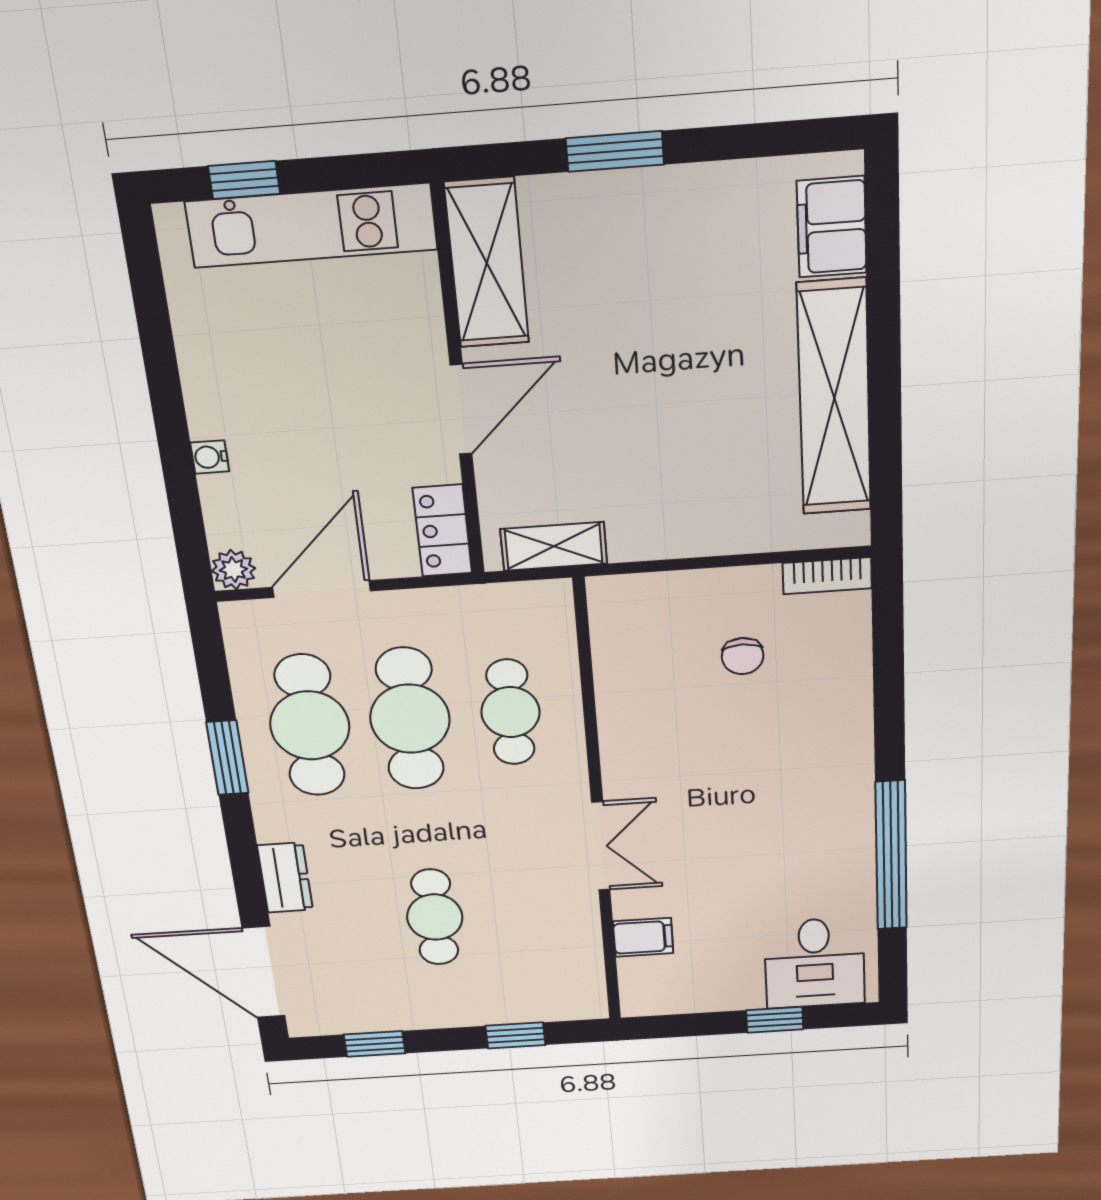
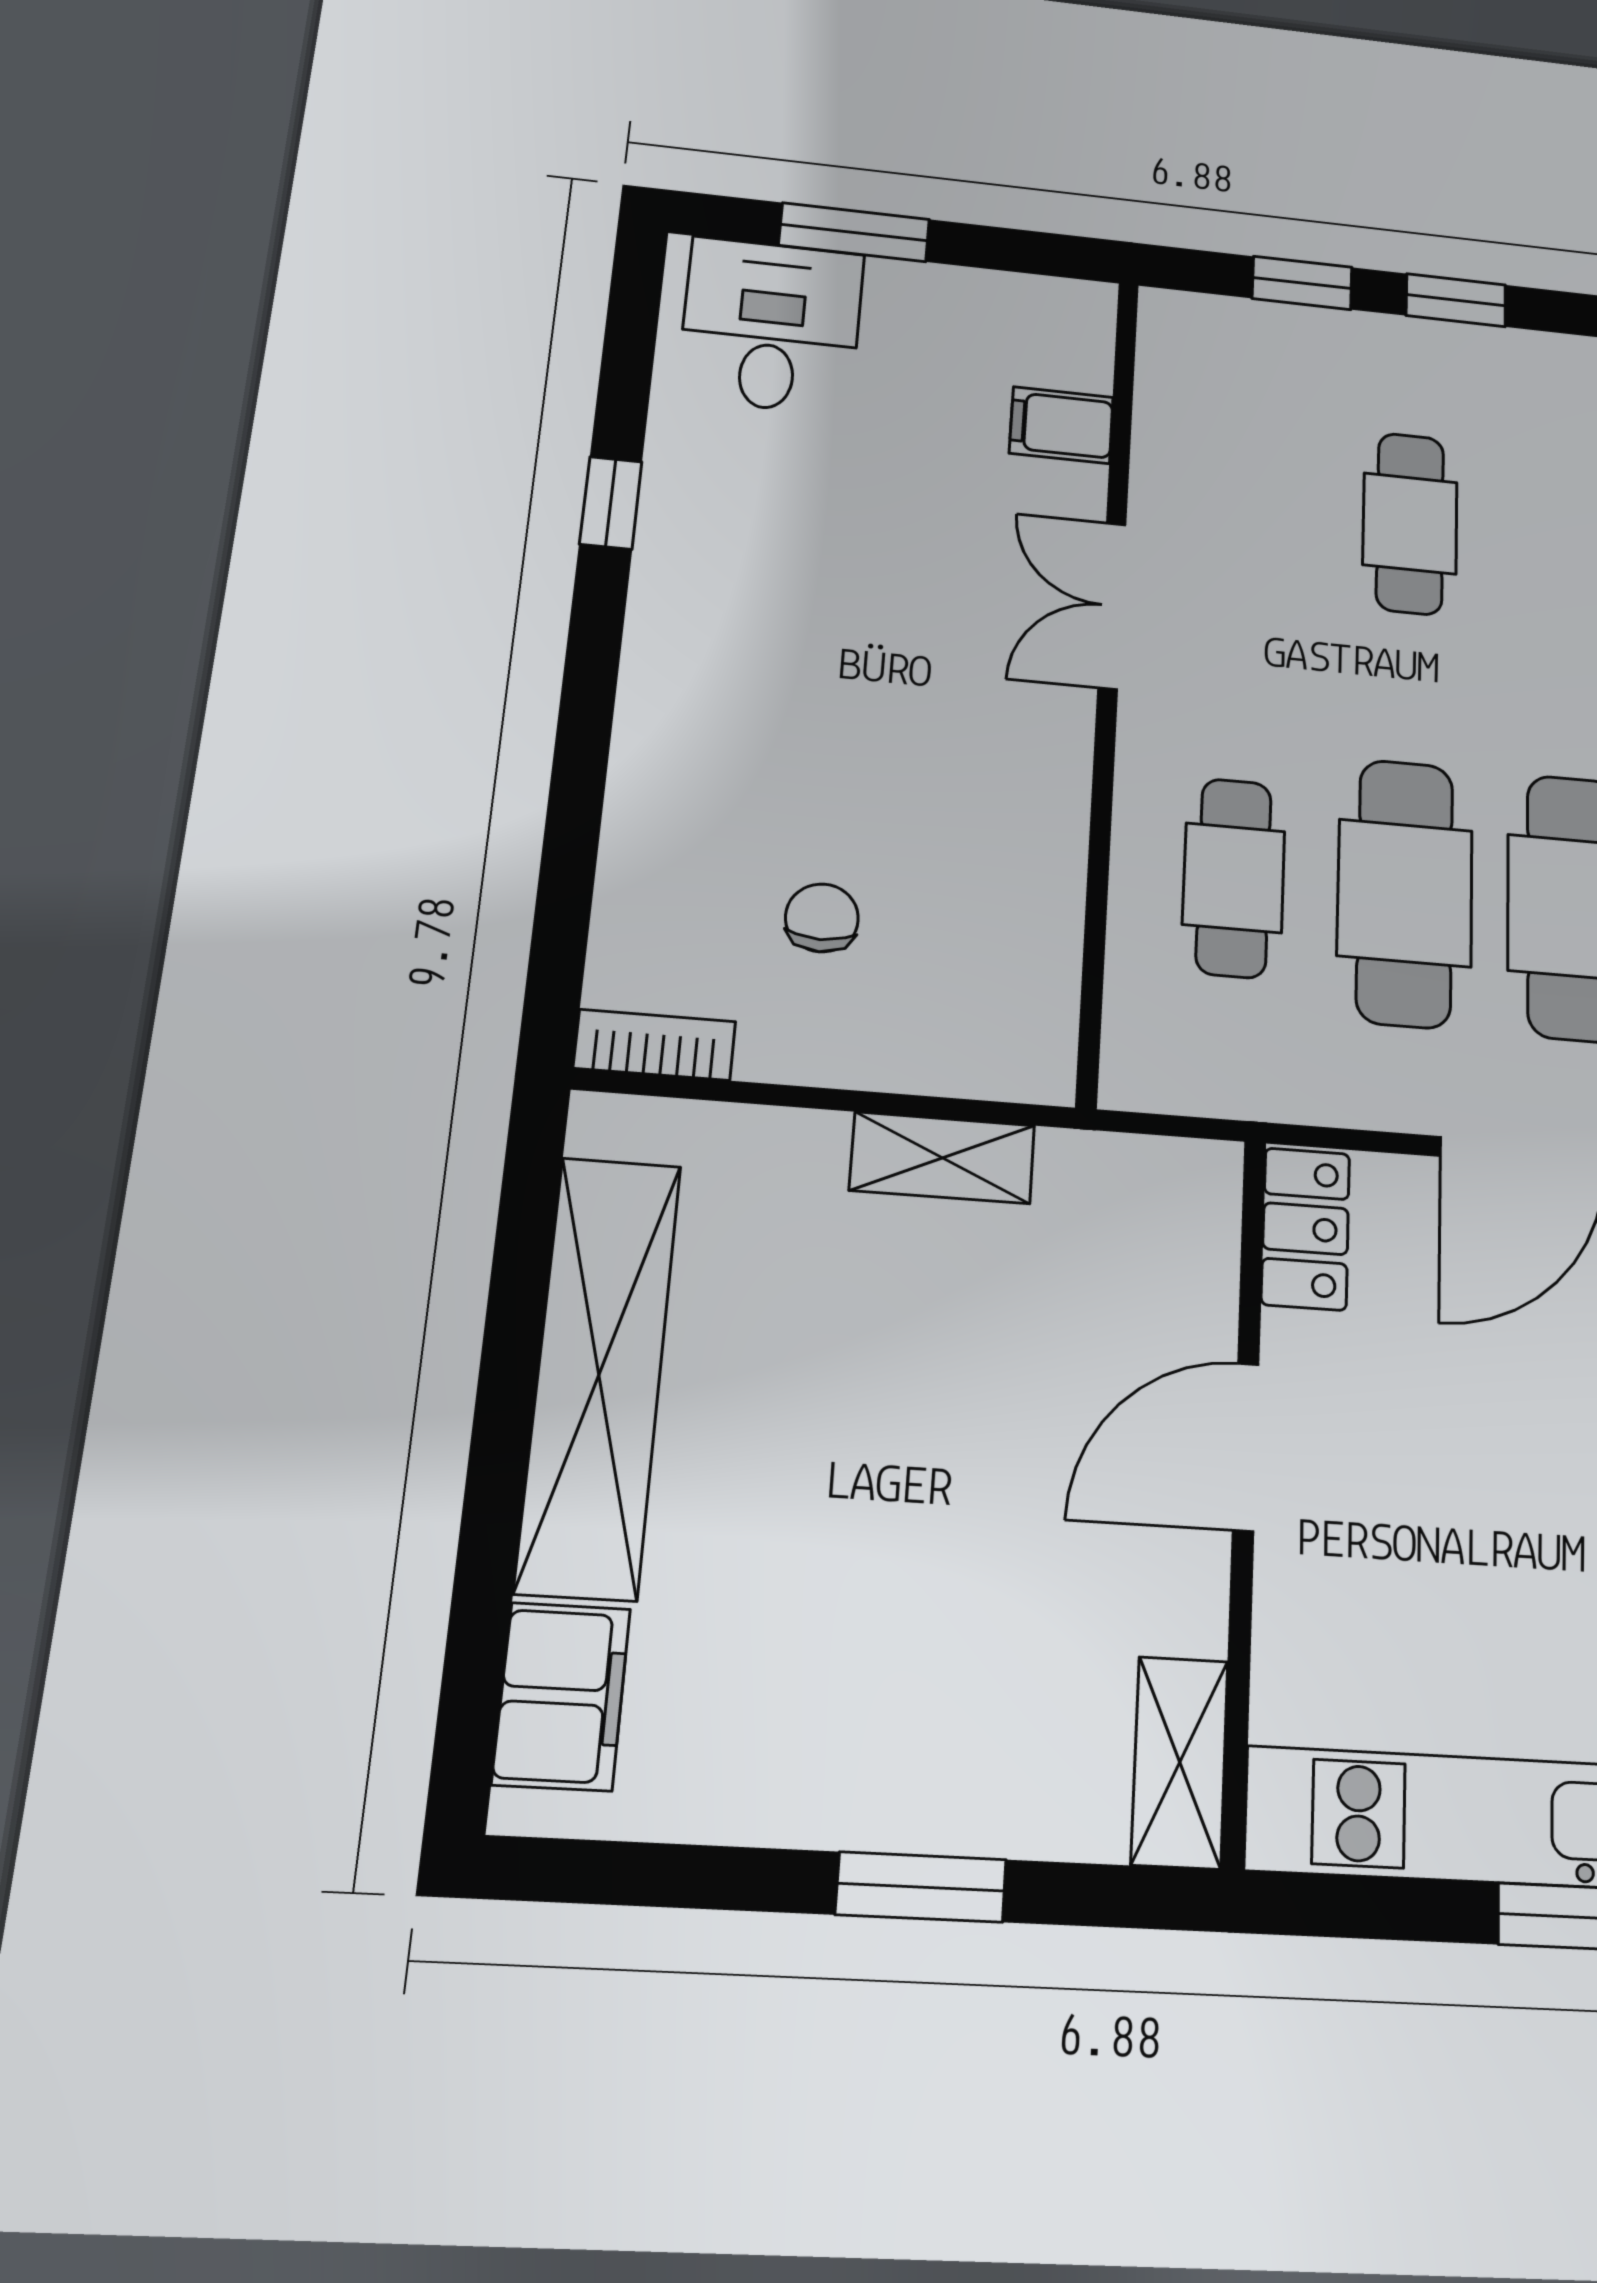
shelving: (487, 263) -> (1180, 1762), width x0.67, depth x0.75
shelving: (554, 546) -> (942, 1158), moved
window: (891, 856) -> (611, 503), width x0.32
window: (775, 1020) -> (854, 232), width x1.50
window: (375, 1044) -> (1456, 300), moved

